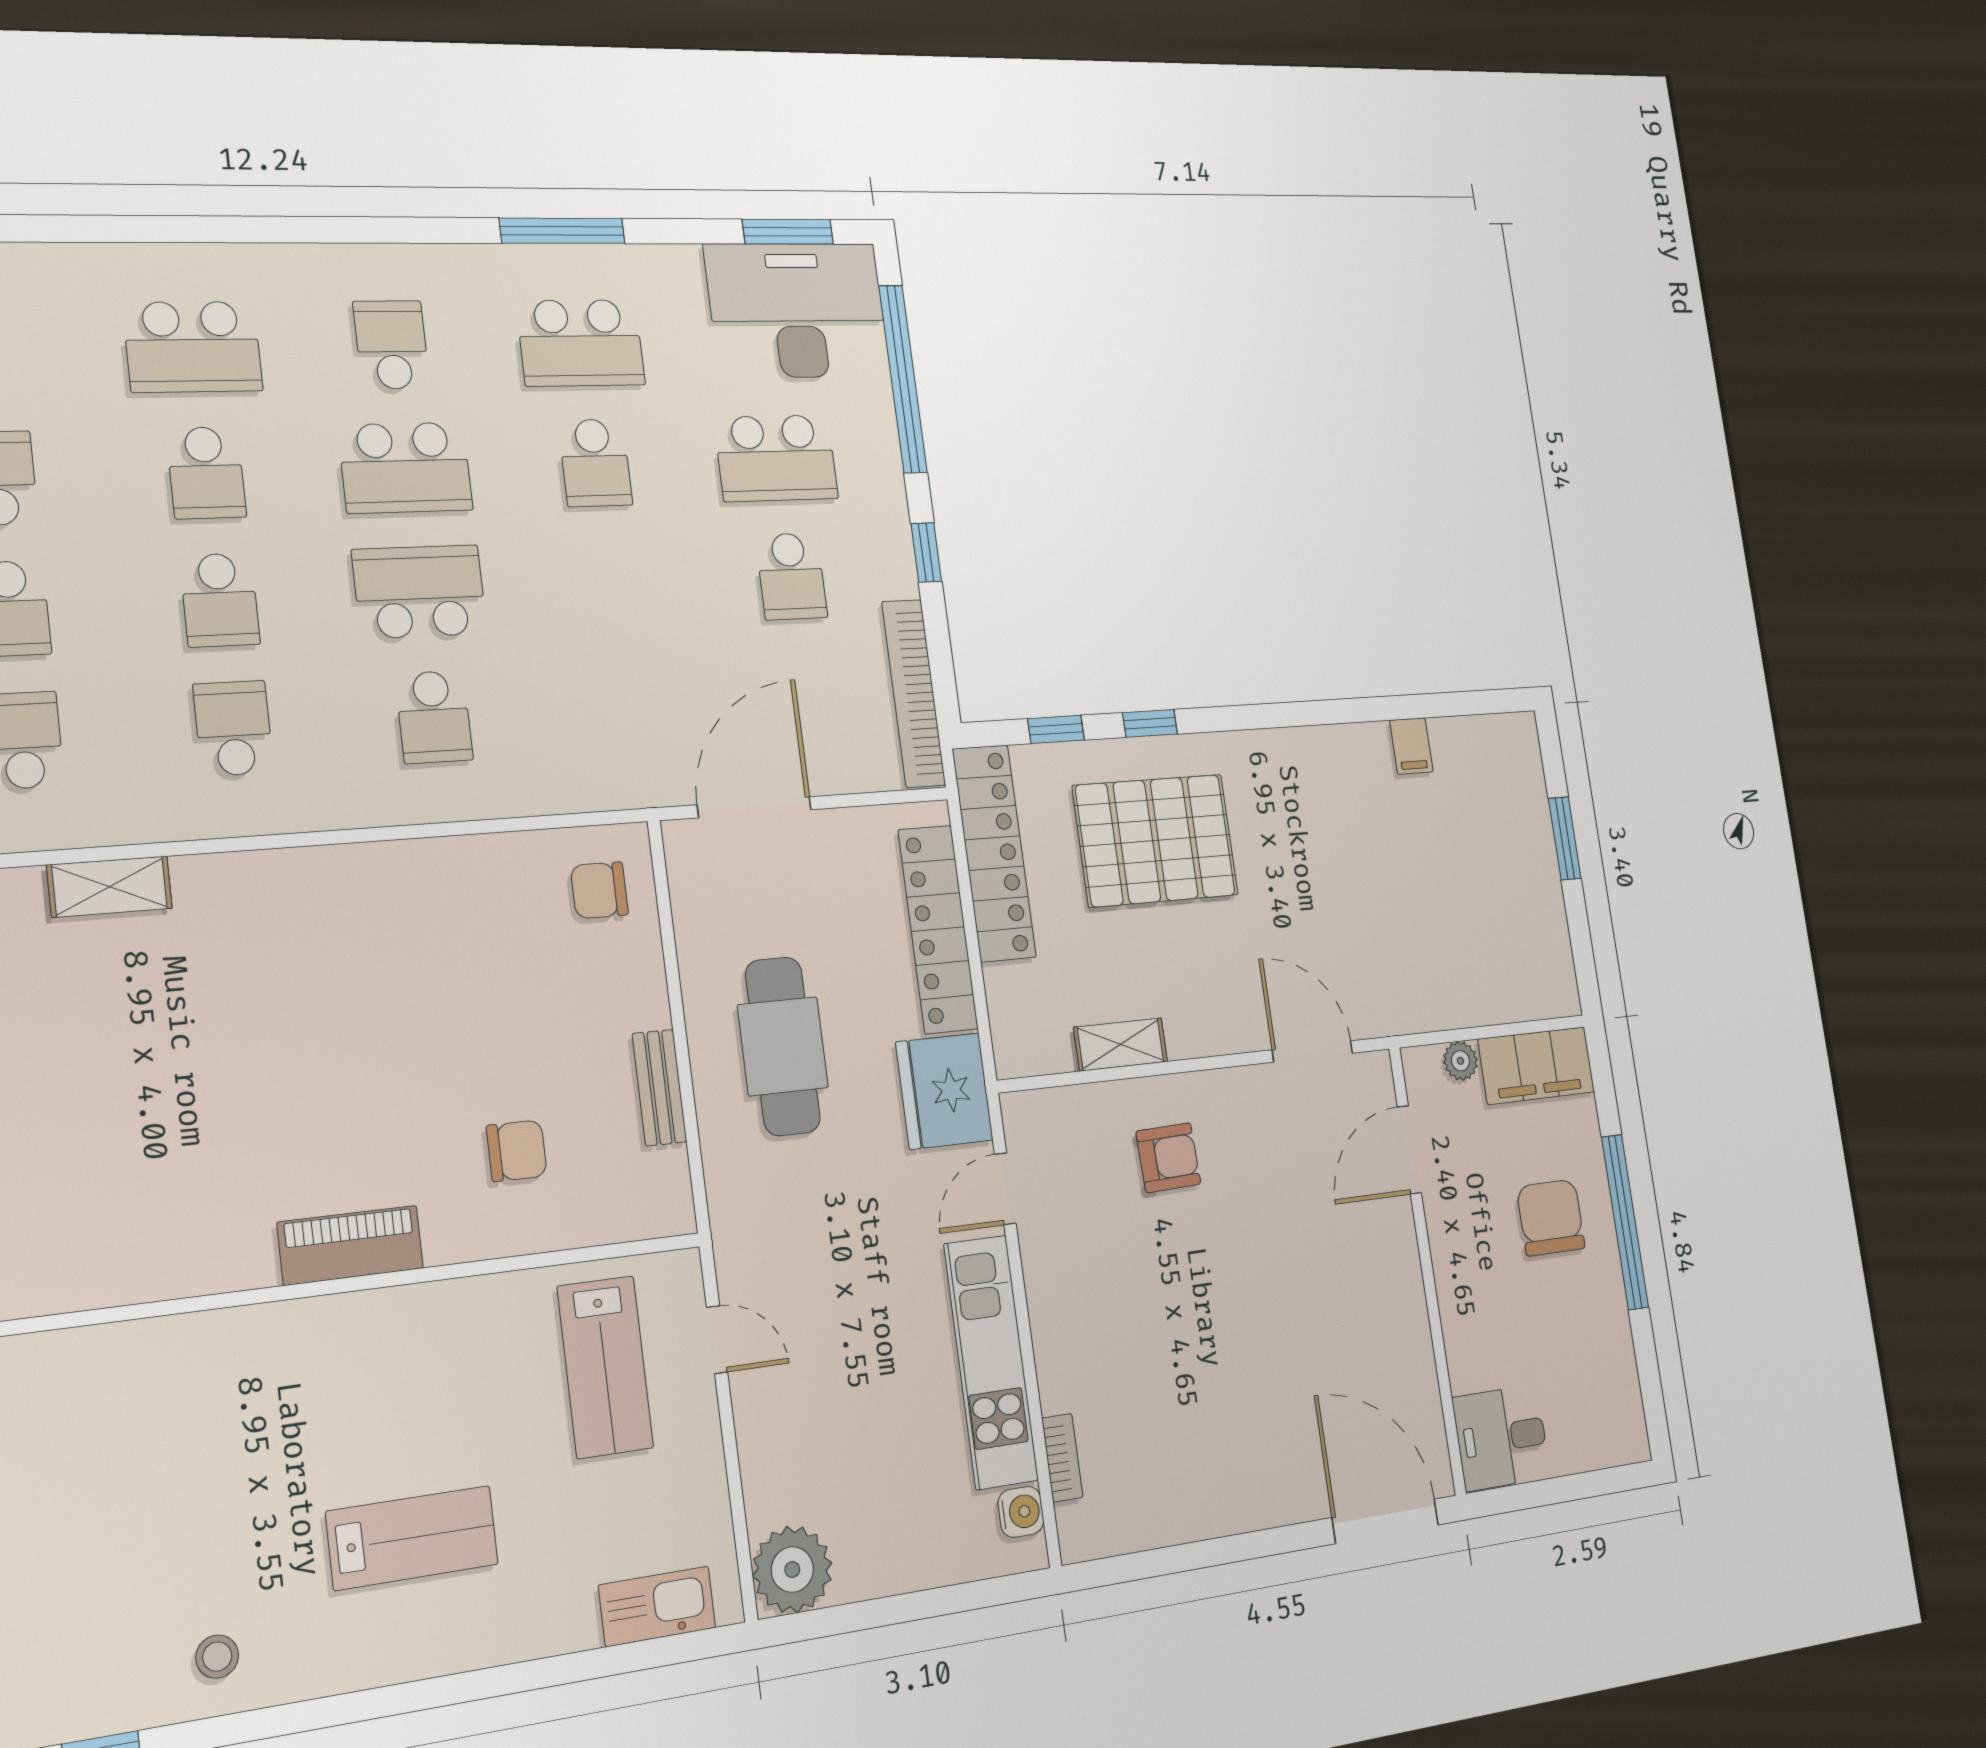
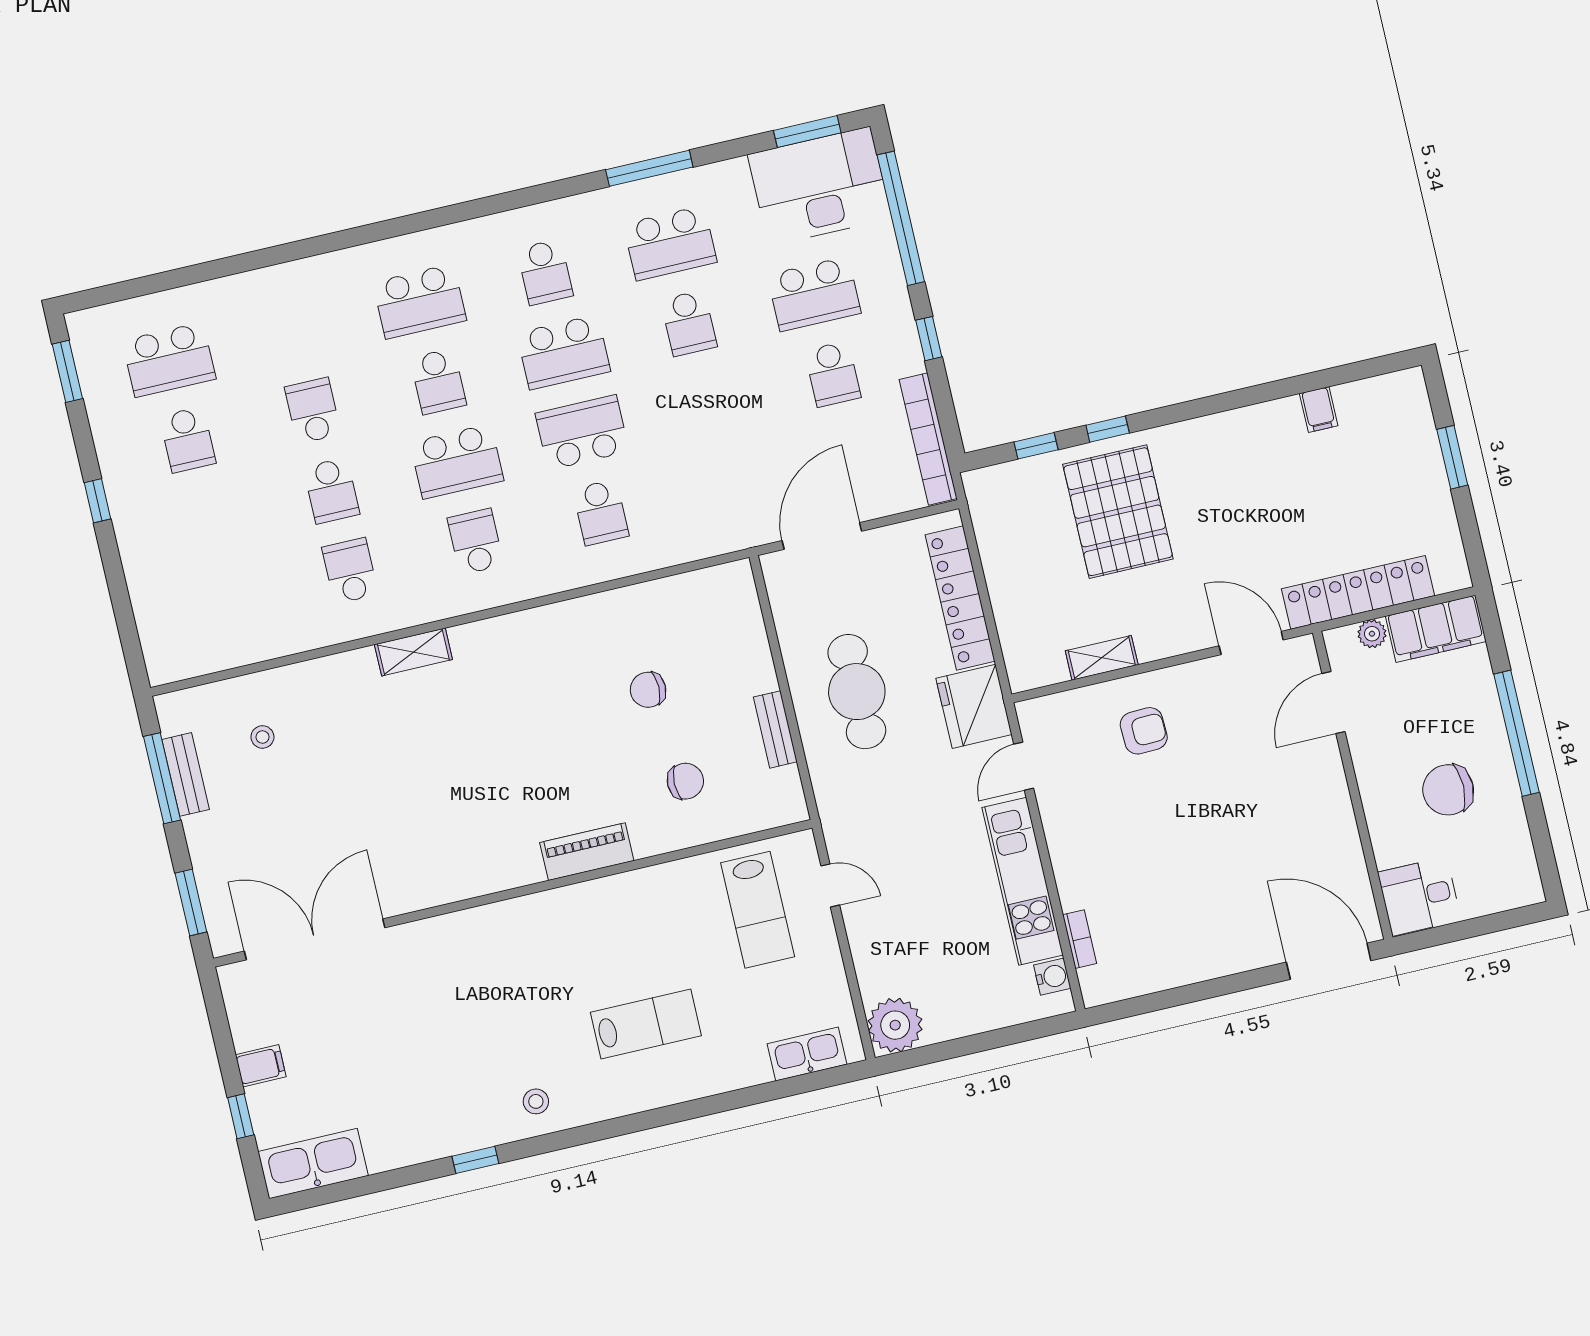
school desk: (391, 345) -> (545, 272), turned 180
school desk: (220, 600) -> (457, 462), width x1.85
pallet: (1155, 840) -> (1118, 512), turned 90
locker: (994, 853) -> (1358, 592), moved, turned -90
chair: (599, 890) -> (648, 690), moved
chair: (1551, 1218) -> (1448, 790), moved, turned -90

